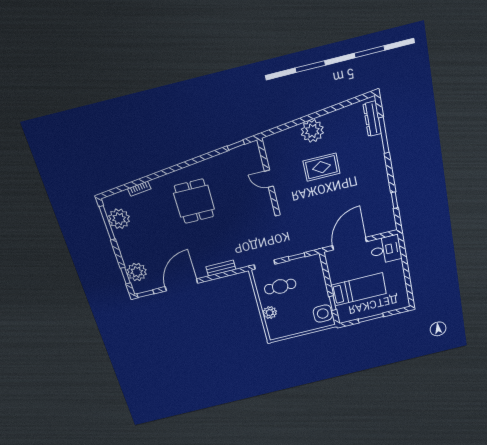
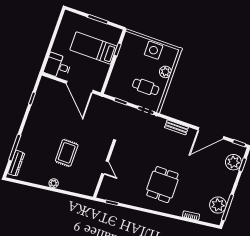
plant: (312, 131) -> (54, 183), width x0.53, depth x0.53
rug: (321, 167) -> (67, 153), turned 90
door: (350, 244) -> (80, 87), hinge flipped
side table: (323, 314) -> (154, 50), moved

